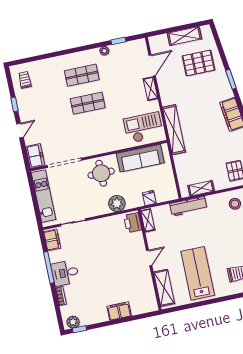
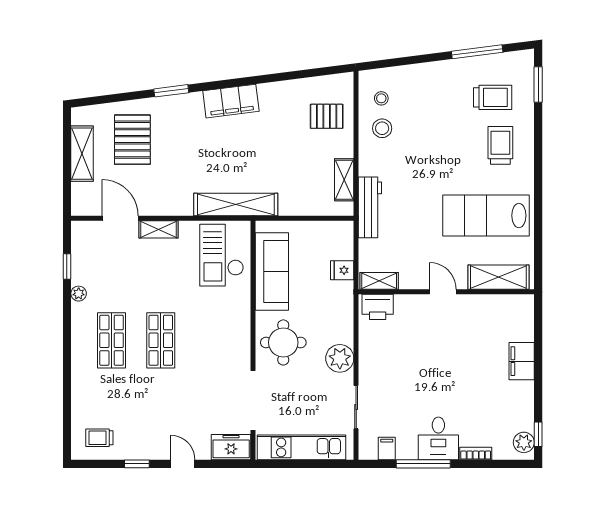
plant: (117, 203) -> (340, 358), moved
filing cabinet: (52, 240) -> (387, 449), width x0.50

